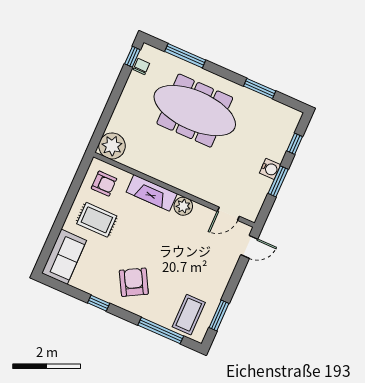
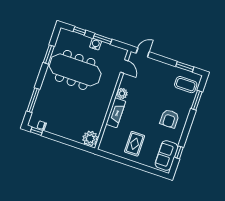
meeting table: (195, 111) -> (75, 70), moved, turned 90
armchair: (104, 184) -> (113, 141), removed
door: (249, 247) -> (143, 52), hinge flipped
sofa: (64, 257) -> (166, 155), moved, turned -90
armchair: (134, 282) -> (169, 119), turned -61
window: (99, 303) -> (179, 152), moved
window: (161, 331) -> (197, 100), width x0.69

